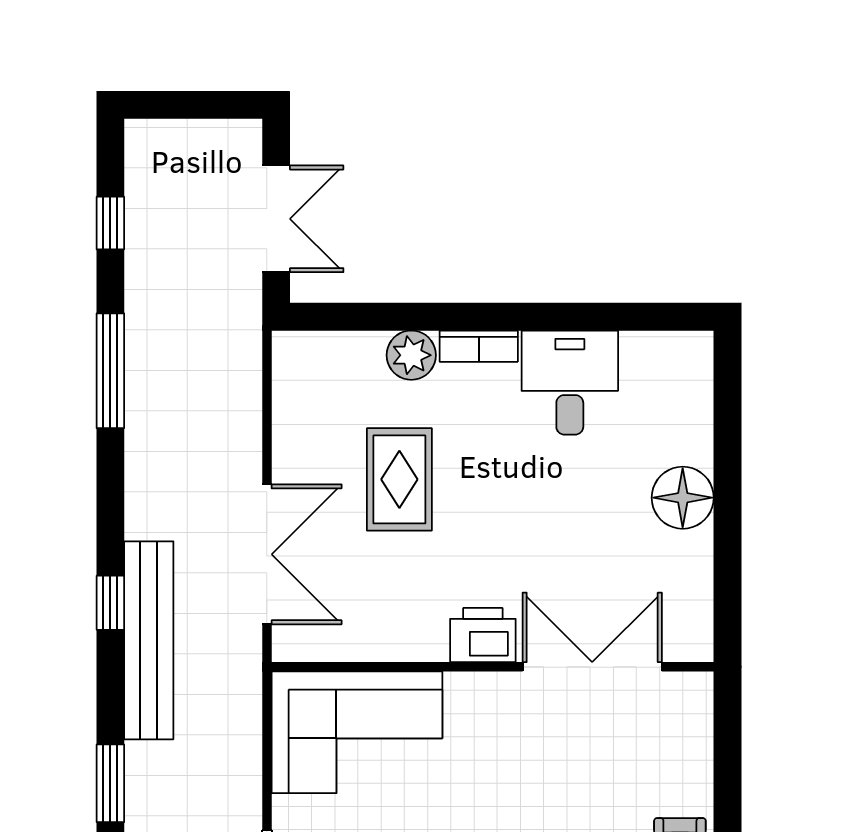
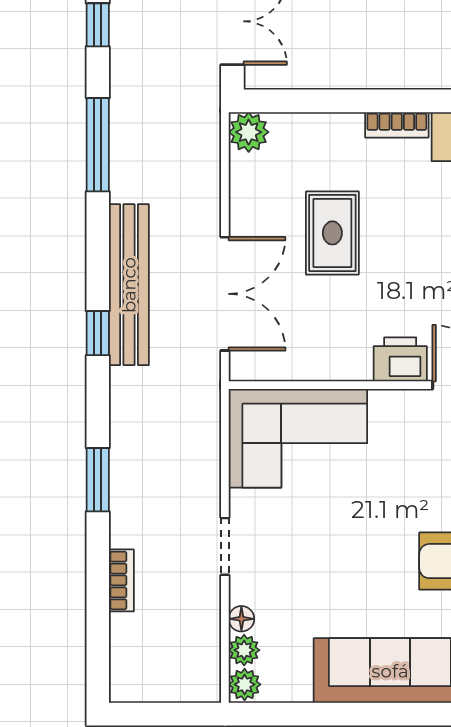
plant: (411, 355) -> (249, 132), moved
bench: (149, 640) -> (129, 285), moved

